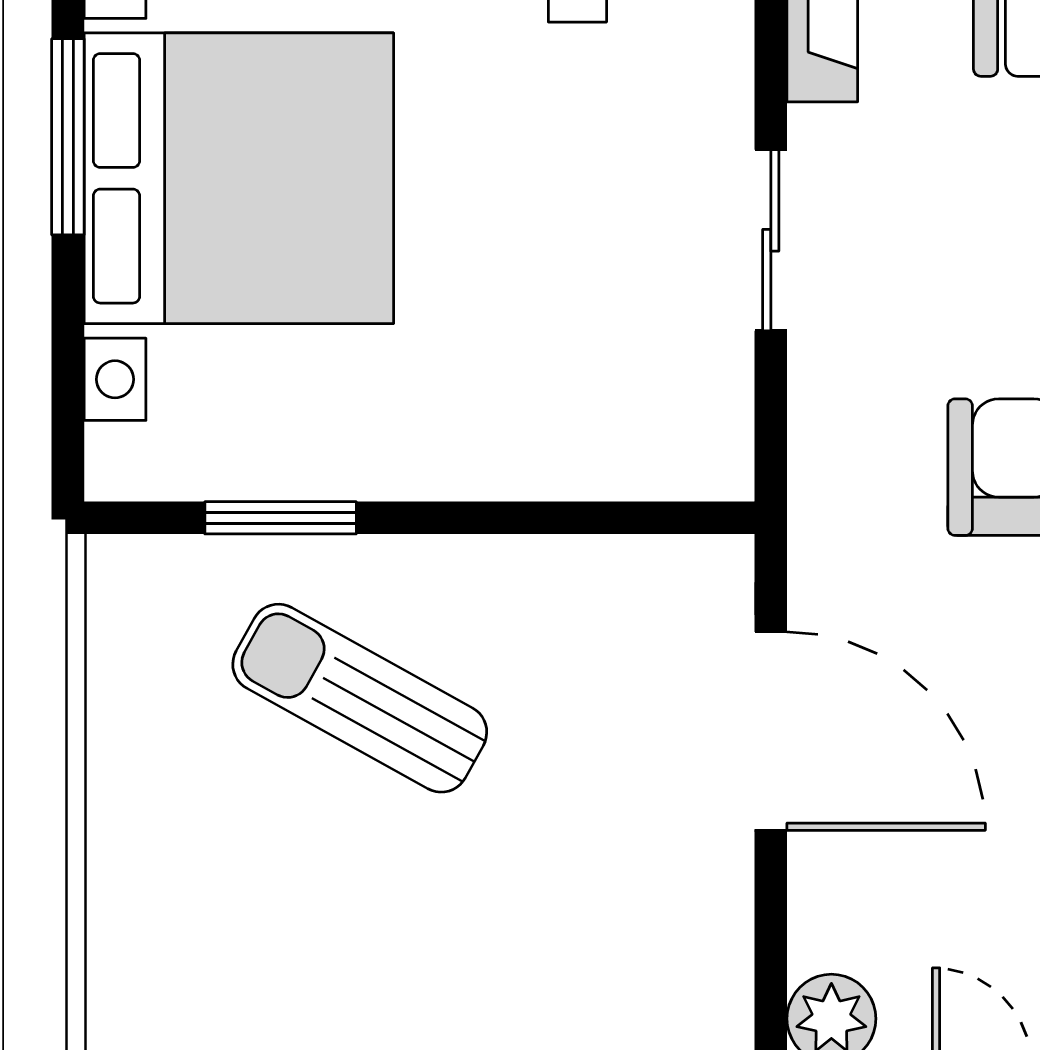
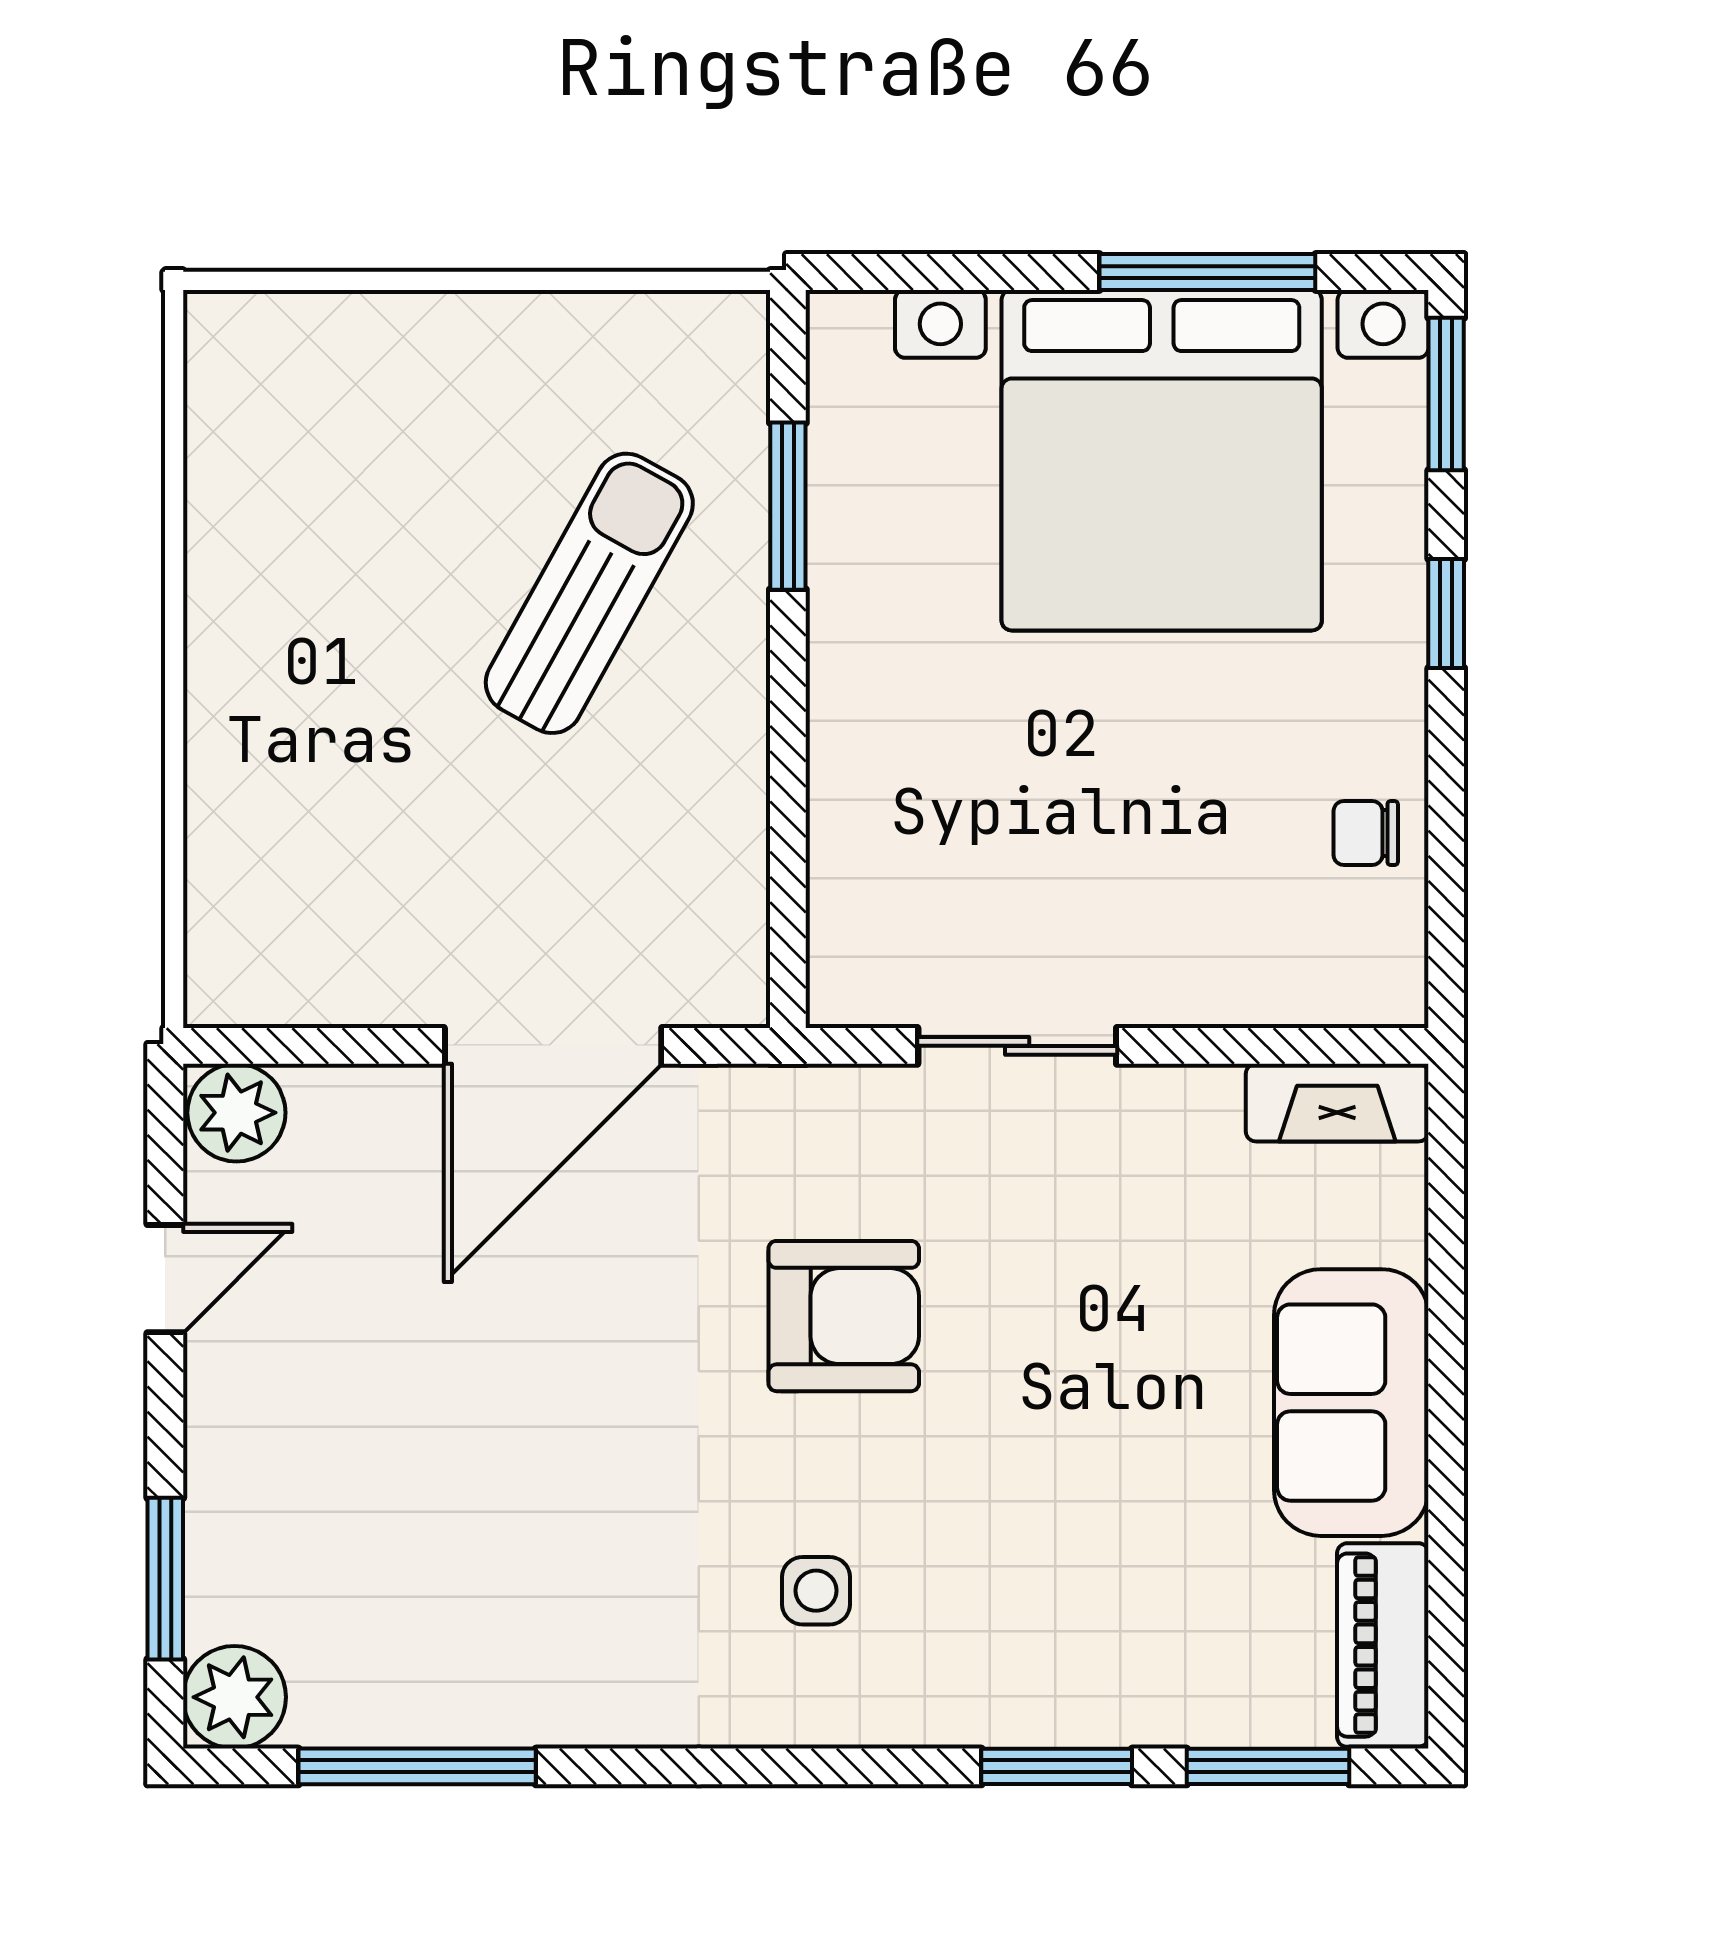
sliding door: (771, 240) -> (1017, 1046), moved

